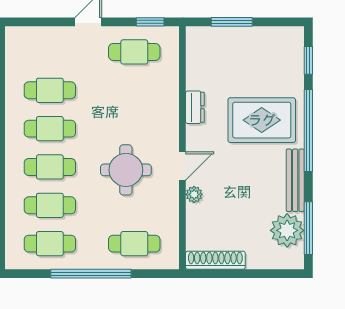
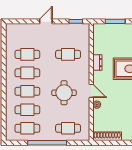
cafe table: (134, 52) -> (68, 54), moved
door: (182, 166) -> (91, 91), hinge flipped

